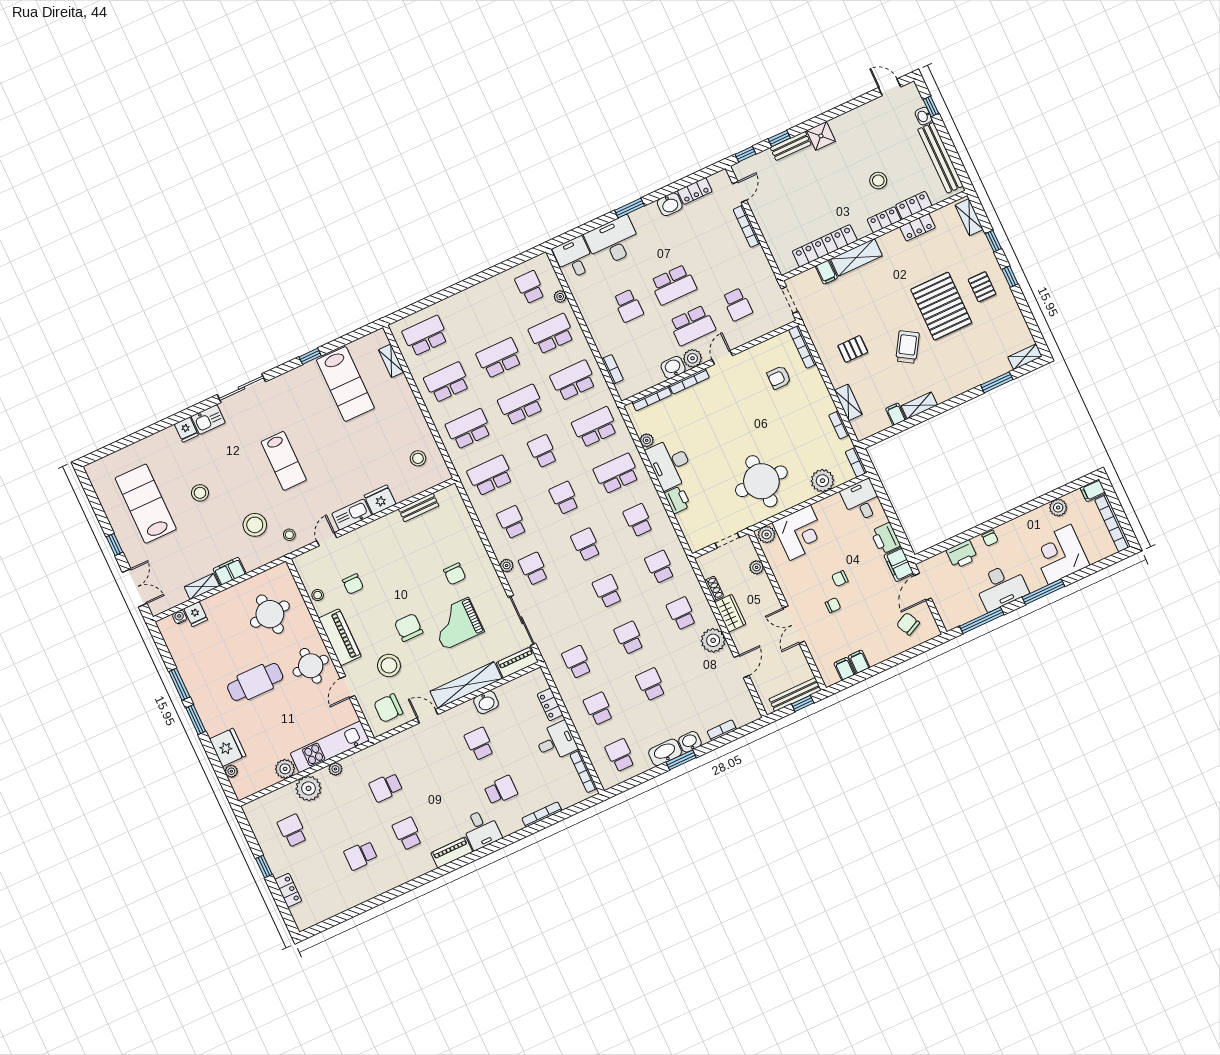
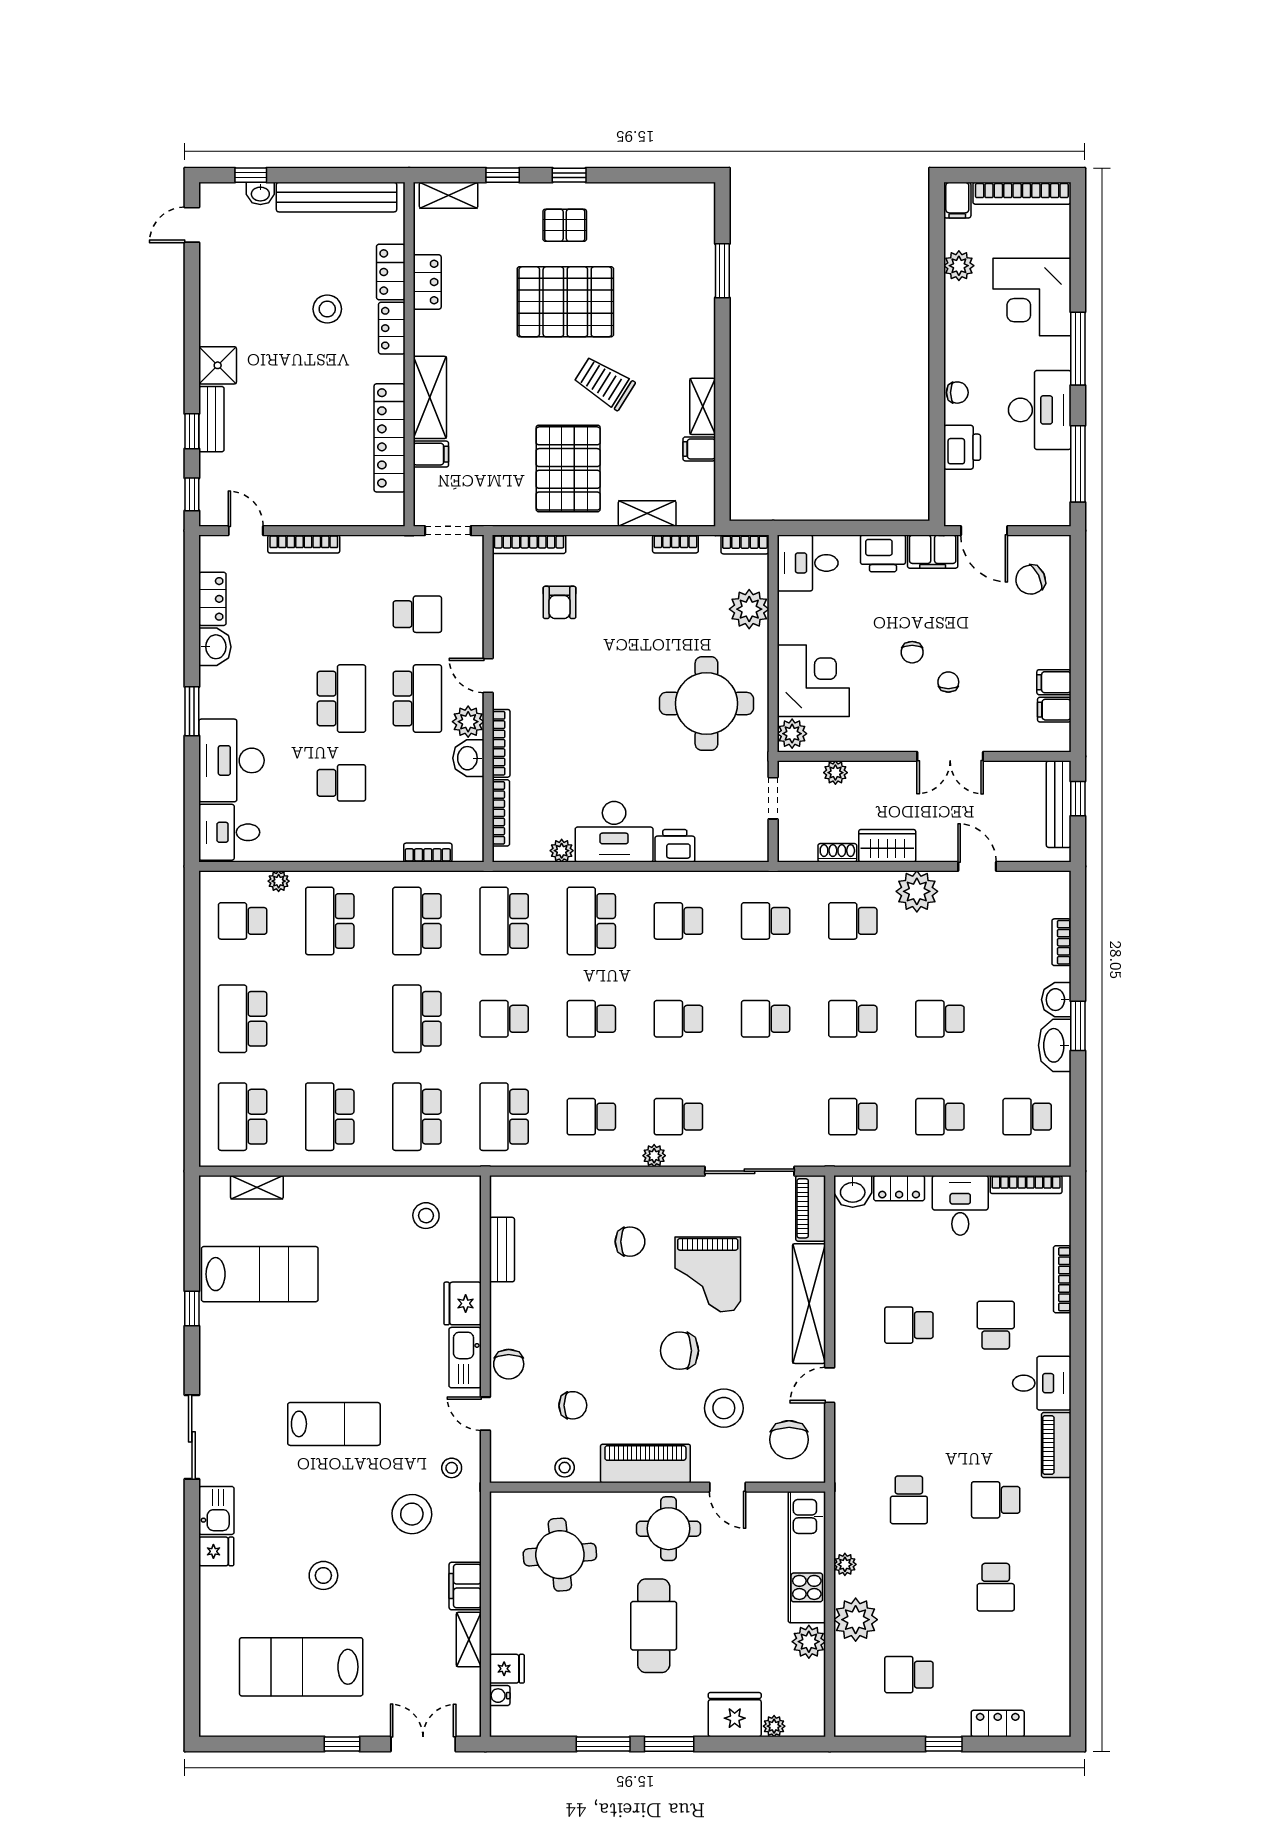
pallet: (853, 349) -> (568, 468), width x2.05, depth x2.00
shelving: (1025, 357) -> (703, 209), removed
school desk: (499, 358) -> (243, 1019), moved
chair: (359, 539) -> (509, 1364), added
washbasin: (486, 702) -> (853, 1191), moved, turned 90

